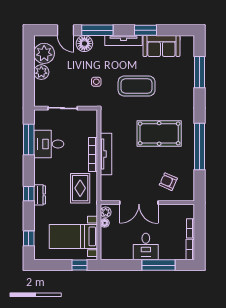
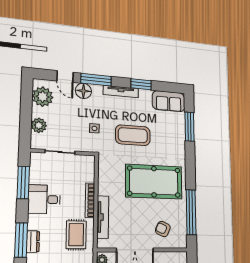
sofa: (161, 46) -> (169, 101), moved
plant: (41, 72) -> (39, 125), moved
pool table: (159, 133) -> (154, 182), width x1.36, depth x1.32
desk: (49, 144) -> (44, 199), moved
window: (200, 146) -> (191, 212), moved
tv unit: (106, 154) -> (103, 217), moved
window: (29, 194) -> (21, 240), width x2.17

